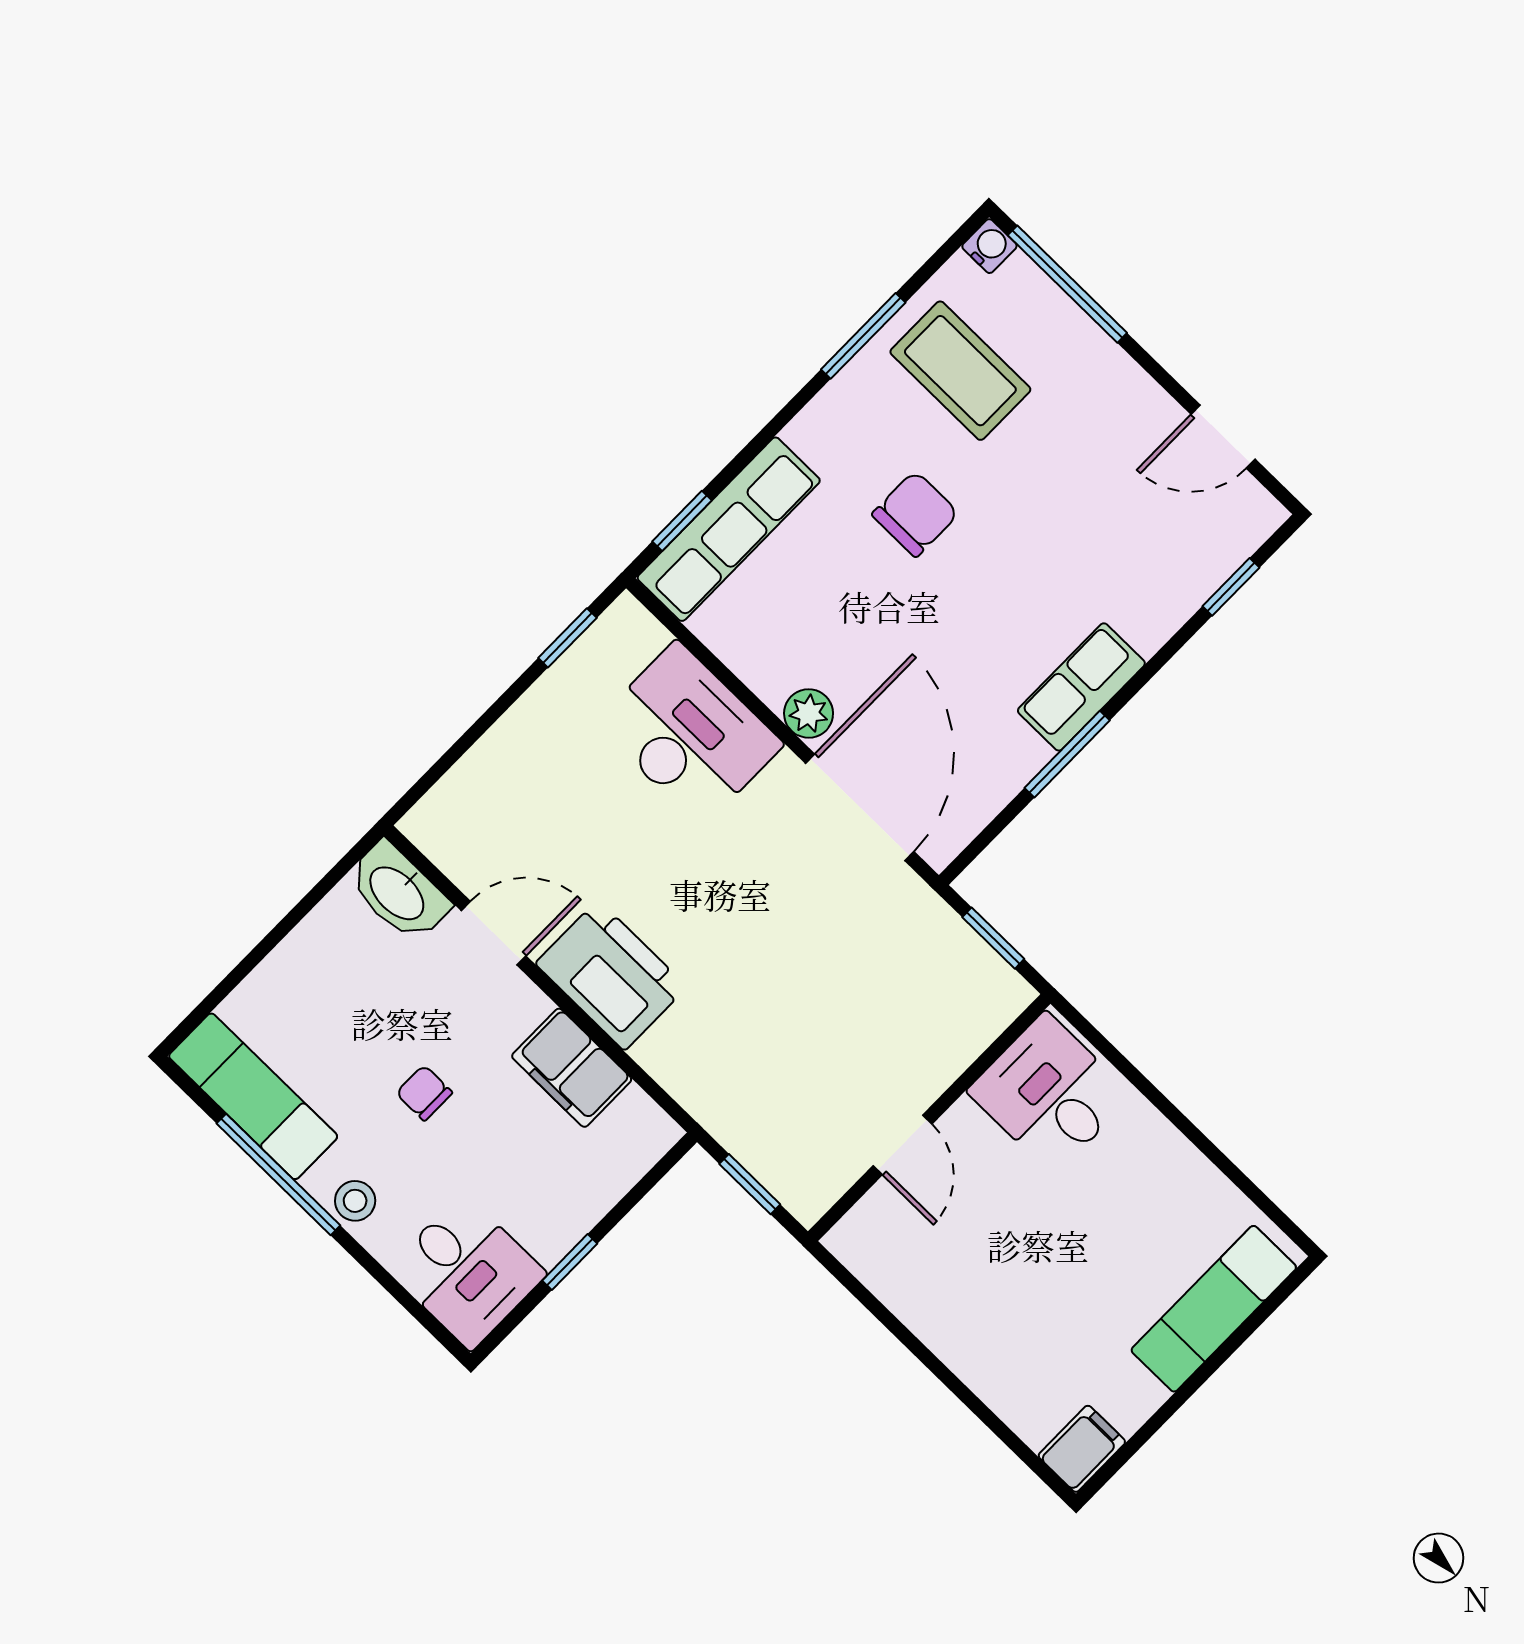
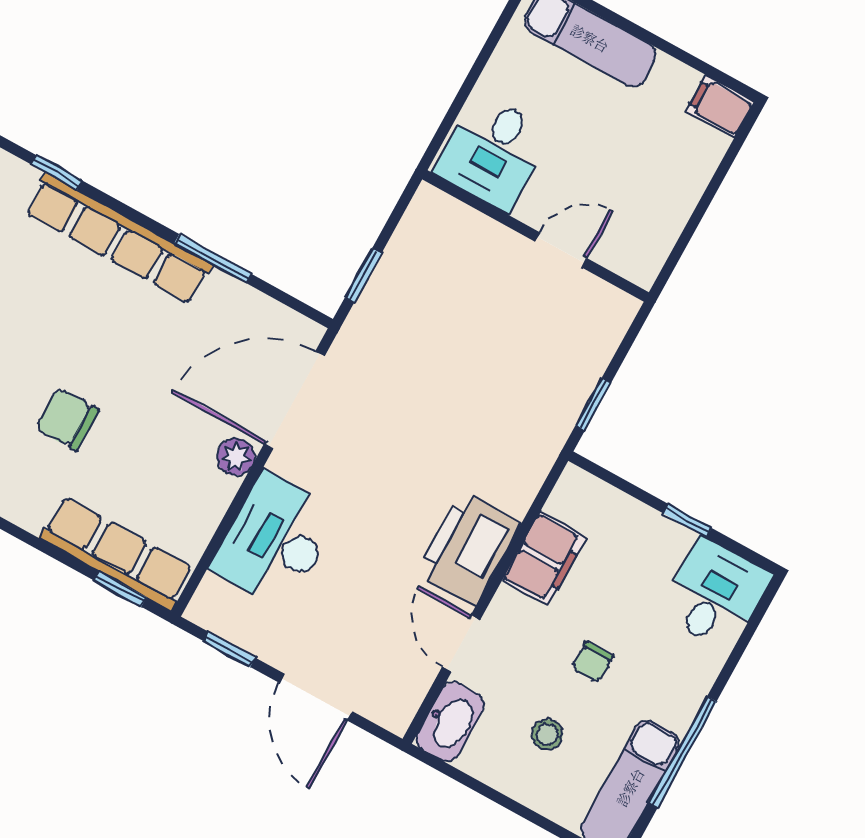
row of seats: (1081, 687) -> (118, 238), width x2.02
door: (477, 730) -> (316, 697), added
desk: (1050, 1093) -> (493, 152), moved
wall: (929, 1118) -> (536, 236), moved
door: (902, 1145) -> (561, 250), moved
stool: (355, 1201) -> (547, 734), moved

